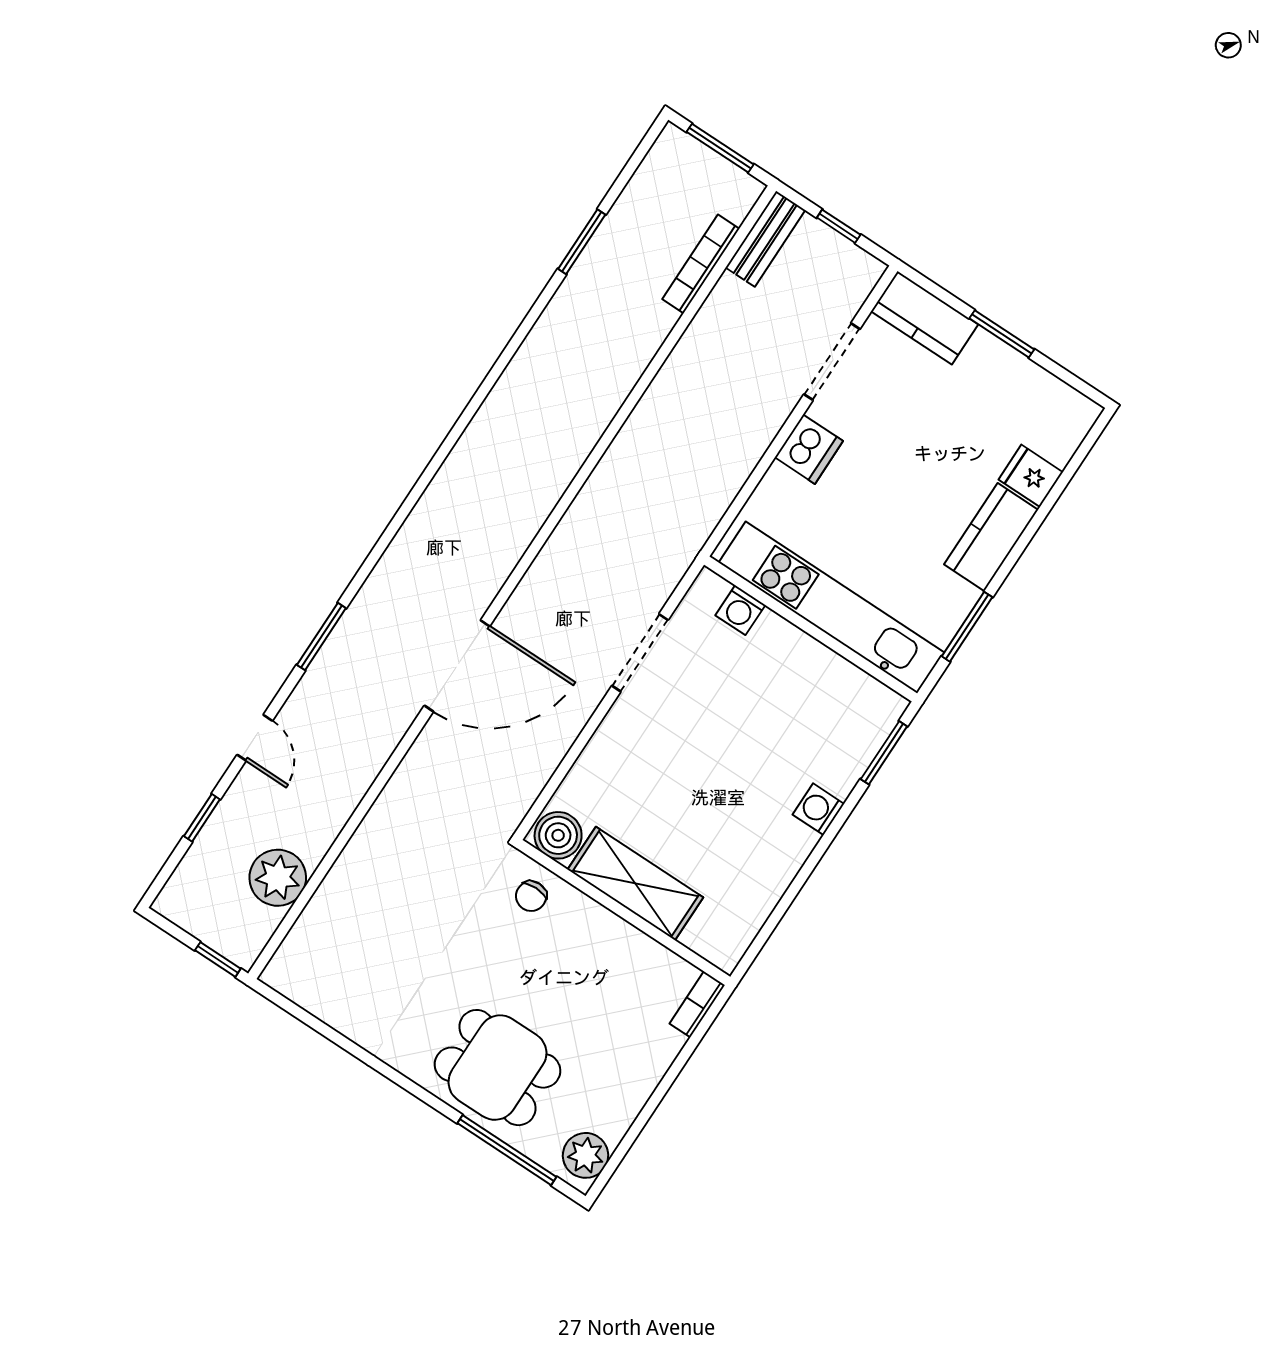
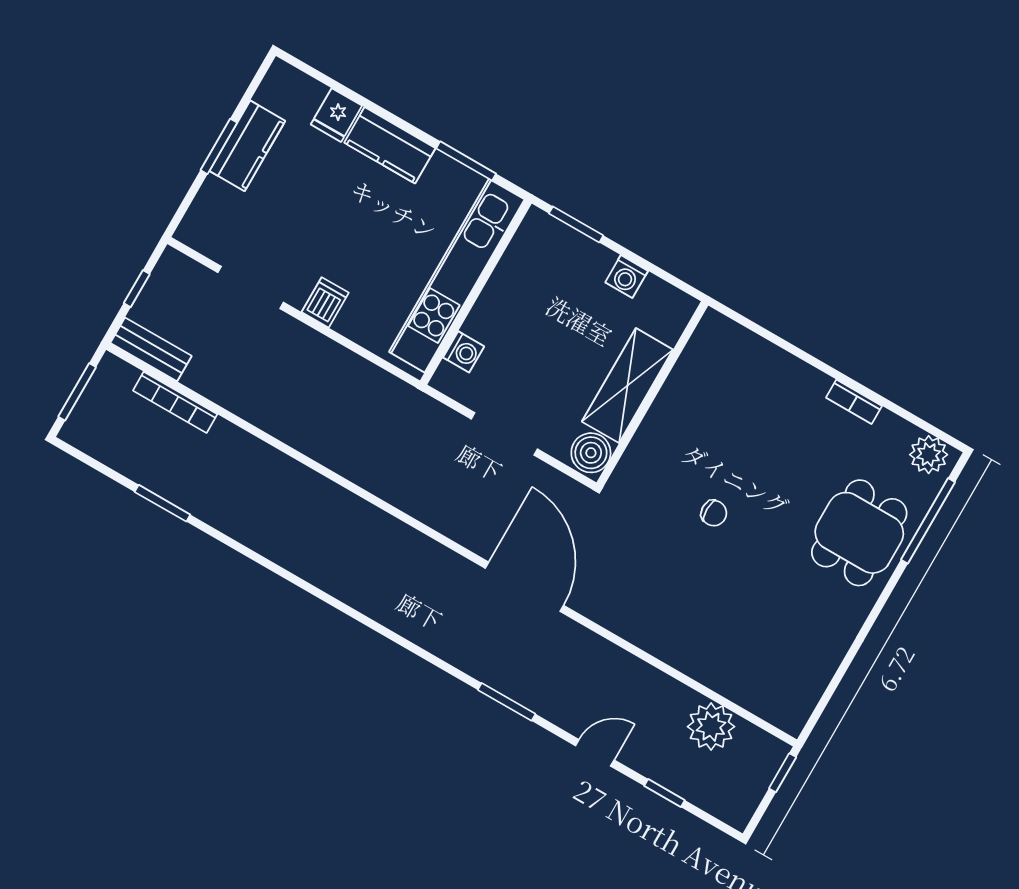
kitchen counter: (925, 318) -> (247, 146), moved
dishwasher: (809, 449) -> (325, 302), width x0.73
boiler: (558, 835) -> (591, 453), moved
shelving: (635, 883) -> (627, 386), moved
wall: (624, 912) -> (652, 394), moved
bookcase: (697, 1004) -> (854, 402), moved

